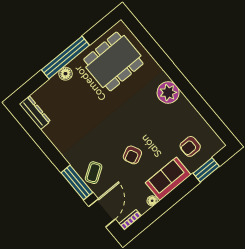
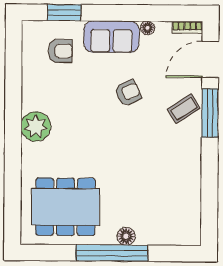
dresser: (35, 113) -> (192, 223), removed

